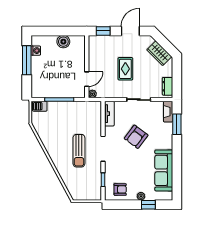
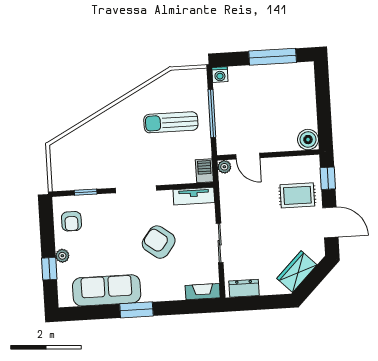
boiler: (63, 42) -> (308, 140), moved
washing machine: (36, 51) -> (220, 75), moved
rug: (125, 69) -> (297, 195), moved
barbecue: (40, 106) -> (204, 171), moved
window: (177, 124) -> (136, 310), moved
sun lounger: (79, 151) -> (171, 122), moved

